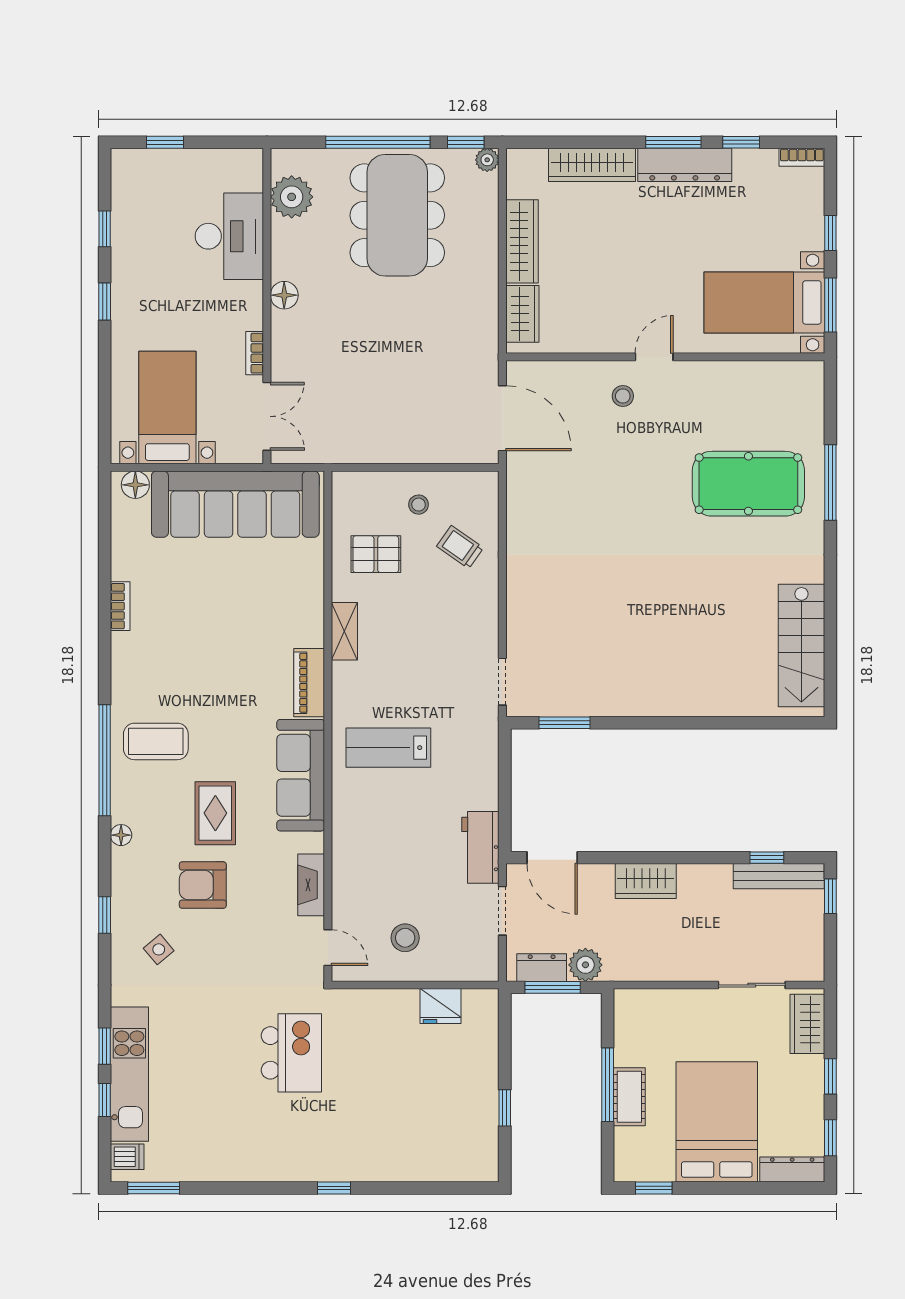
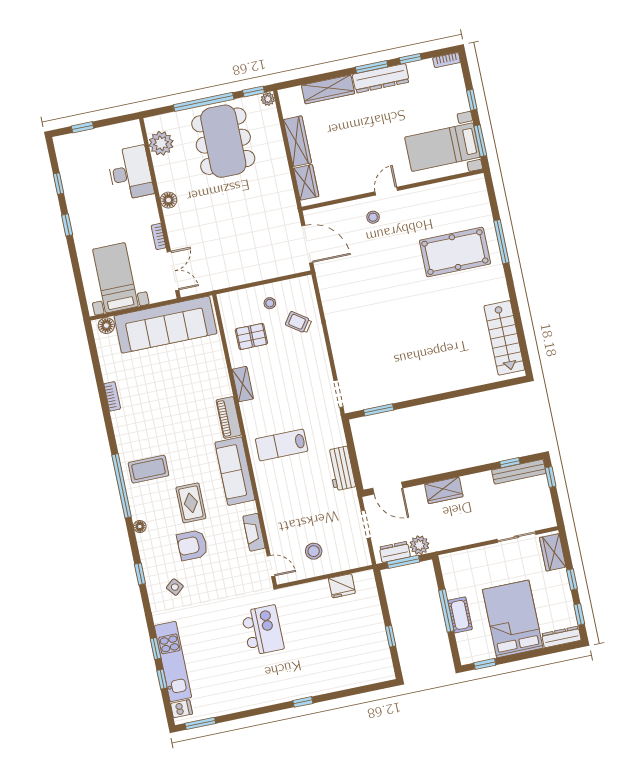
workbench: (480, 847) -> (341, 468), moved

